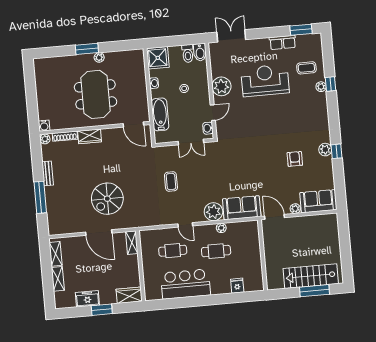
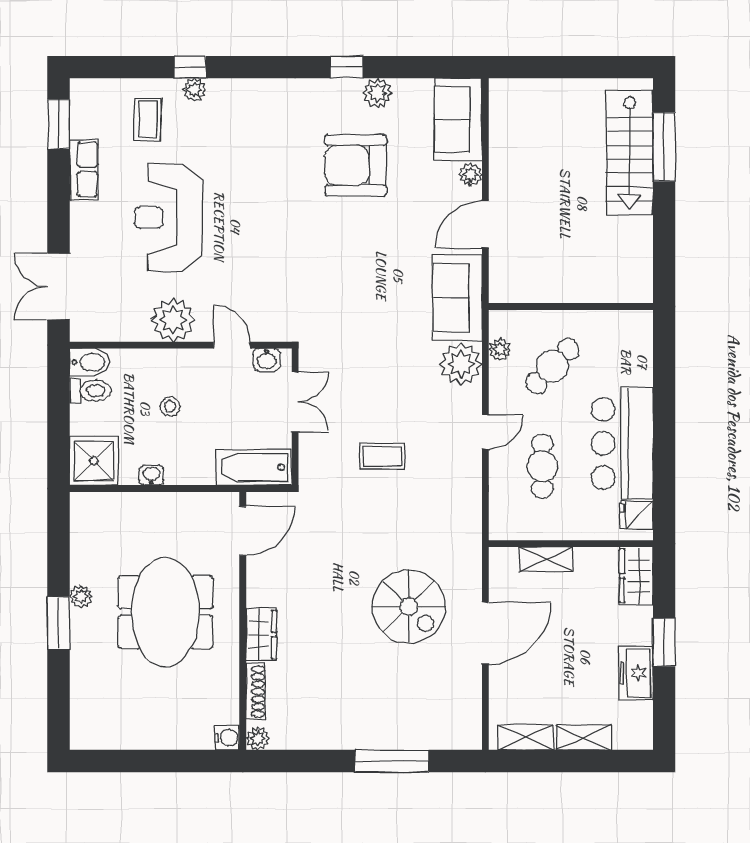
meeting table: (96, 94) -> (165, 612), turned 90
bathtub: (160, 114) -> (254, 467), moved
plant: (325, 150) -> (377, 93), moved
armchair: (295, 159) -> (356, 165), width x1.88, depth x1.88
bench: (48, 173) -> (338, 739), removed
shelving: (132, 243) -> (546, 559), moved
cafe table: (216, 251) -> (552, 366), turned 43
wall: (263, 255) -> (571, 306), moved
fridge: (237, 286) -> (637, 515), moved

